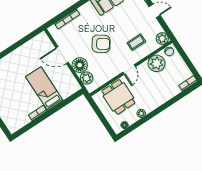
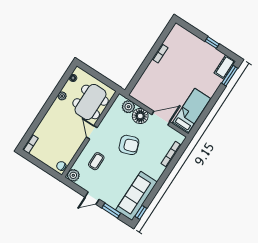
armchair: (101, 44) -> (129, 145), turned -145
plant: (157, 63) -> (68, 150), removed
bed: (44, 89) -> (191, 111), moved, turned -90
dining table: (118, 97) -> (91, 102), width x1.38

